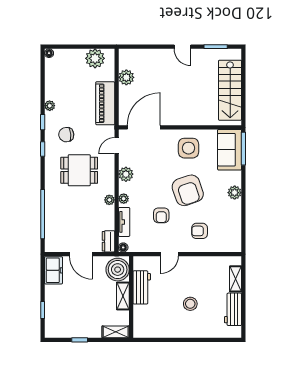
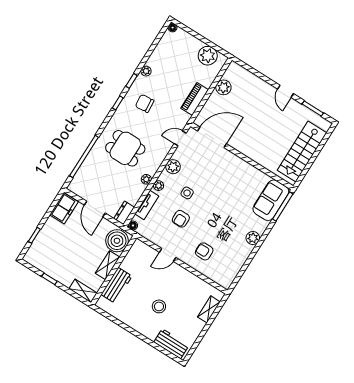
piano: (105, 103) -> (195, 99), width x0.73, depth x0.75
side table: (189, 148) -> (187, 193), moved, width x0.54, depth x0.54
dining table: (79, 170) -> (125, 148), moved
armchair: (188, 190) -> (215, 212), removed
workbench: (142, 287) -> (117, 285), moved
workbench: (233, 309) -> (171, 344), moved, turned 90

